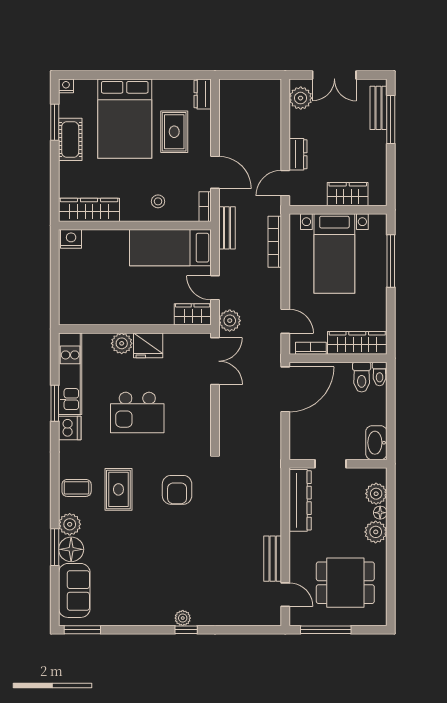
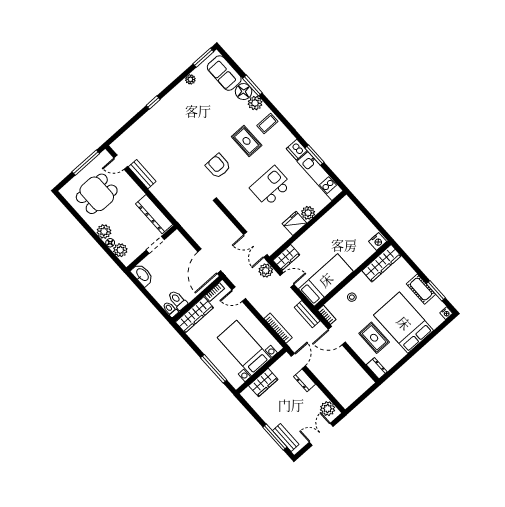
plant: (183, 618) -> (190, 79), moved

